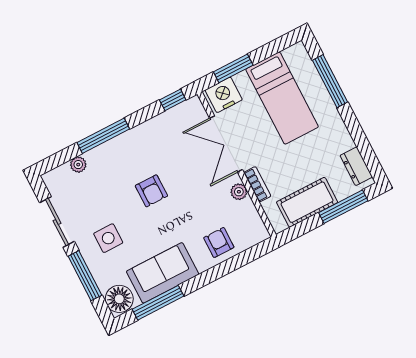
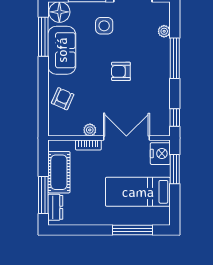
dresser: (356, 166) -> (55, 207), moved, turned 90
armchair: (219, 242) -> (63, 99), turned -66

